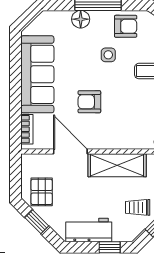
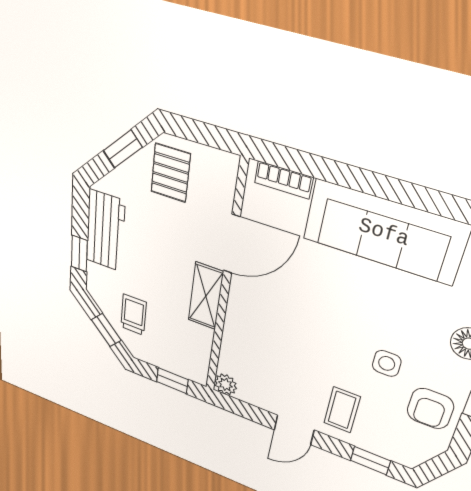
armchair: (89, 102) -> (311, 304), removed
shelving: (117, 165) -> (206, 296), width x0.67, depth x0.75
pallet: (42, 192) -> (171, 173), turned 90

